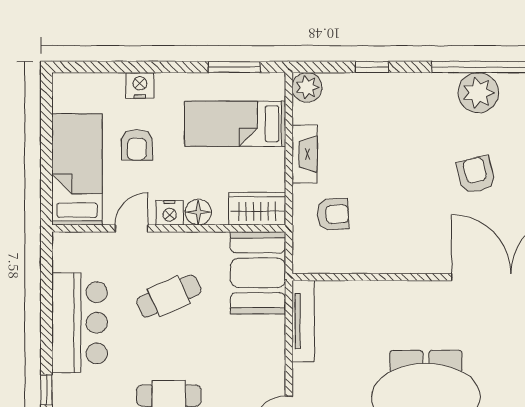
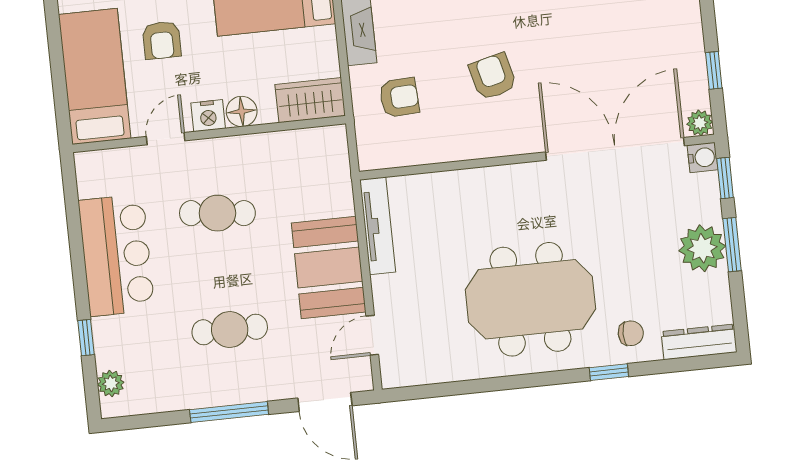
armchair: (476, 175) -> (493, 76), moved
booth: (258, 273) -> (329, 267), moved
cafe table: (169, 296) -> (217, 213), turned 30

